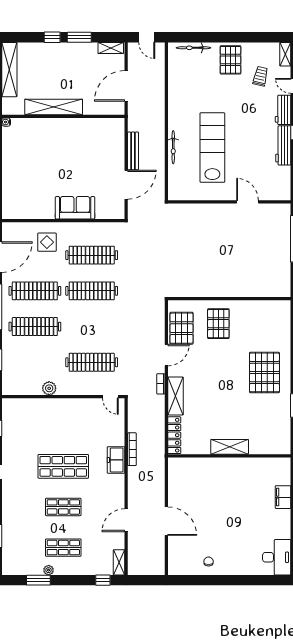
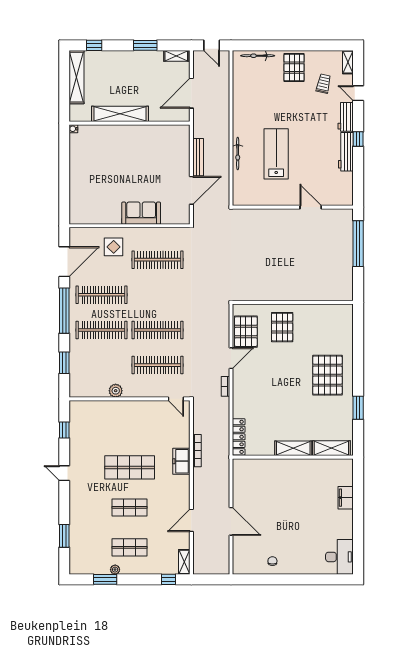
window: (52, 37) -> (94, 45), moved
lab bench: (212, 148) -> (276, 154), width x0.73
clothes rail: (92, 291) -> (158, 330), moved
shelving: (176, 396) -> (331, 448), moved, turned 90

